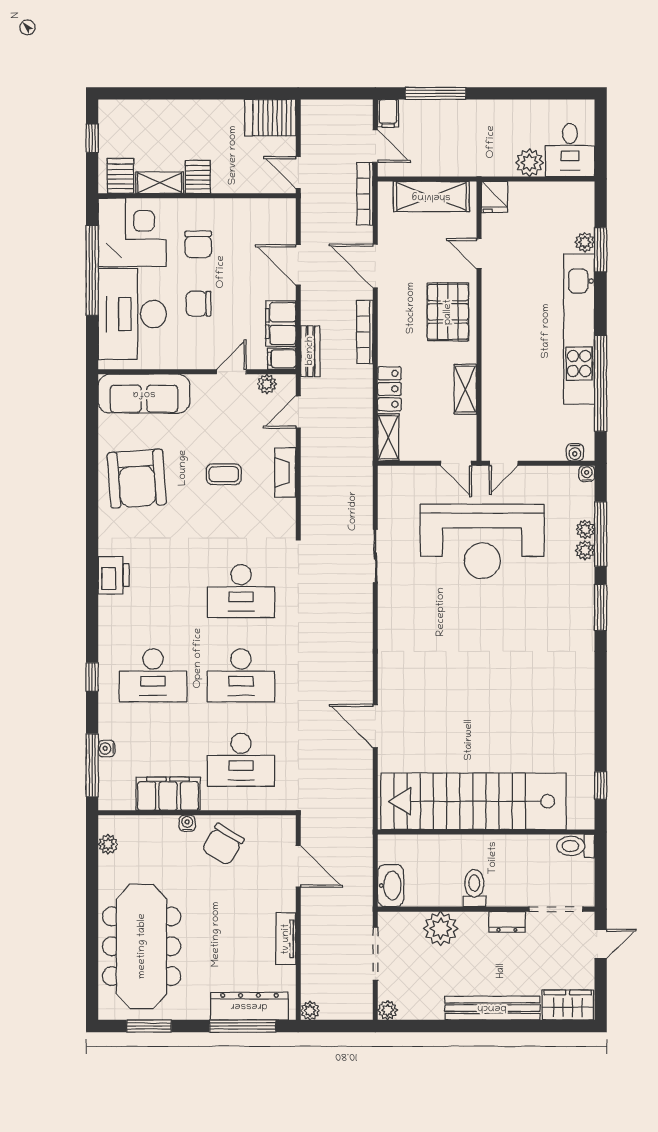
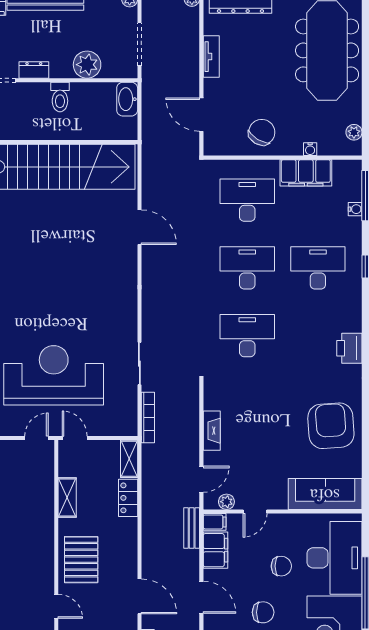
chair: (198, 244) -> (263, 612), moved, turned 90
bookcase: (365, 332) -> (148, 418), moved
coffee table: (224, 474) -> (261, 429), removed
water cooler: (187, 823) -> (310, 149), moved

